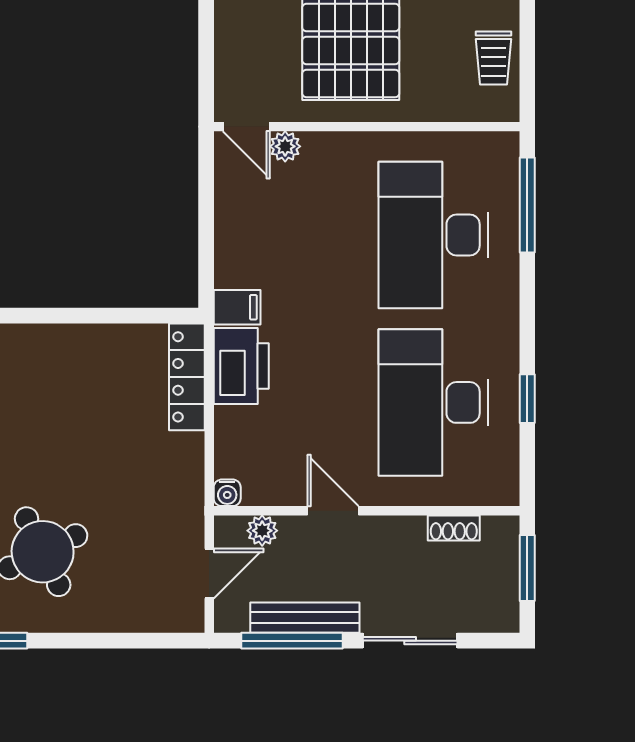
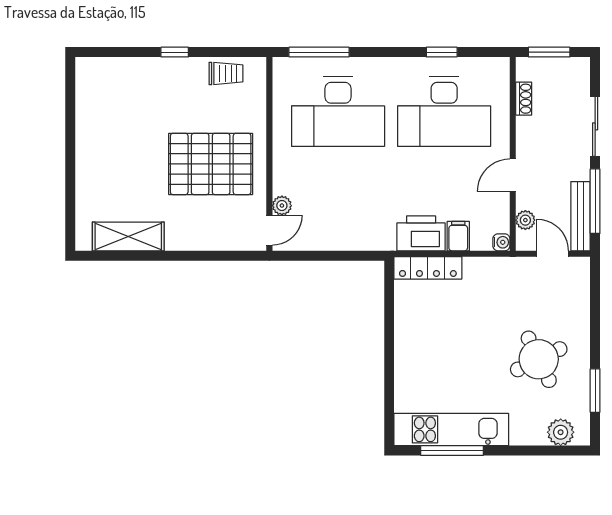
filing cabinet: (237, 307) -> (458, 236), moved
bench: (305, 618) -> (581, 216), moved

